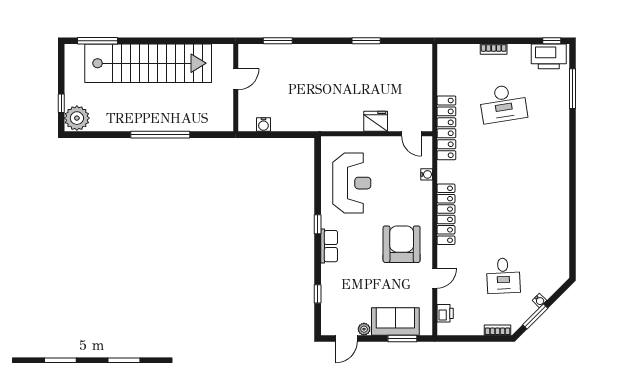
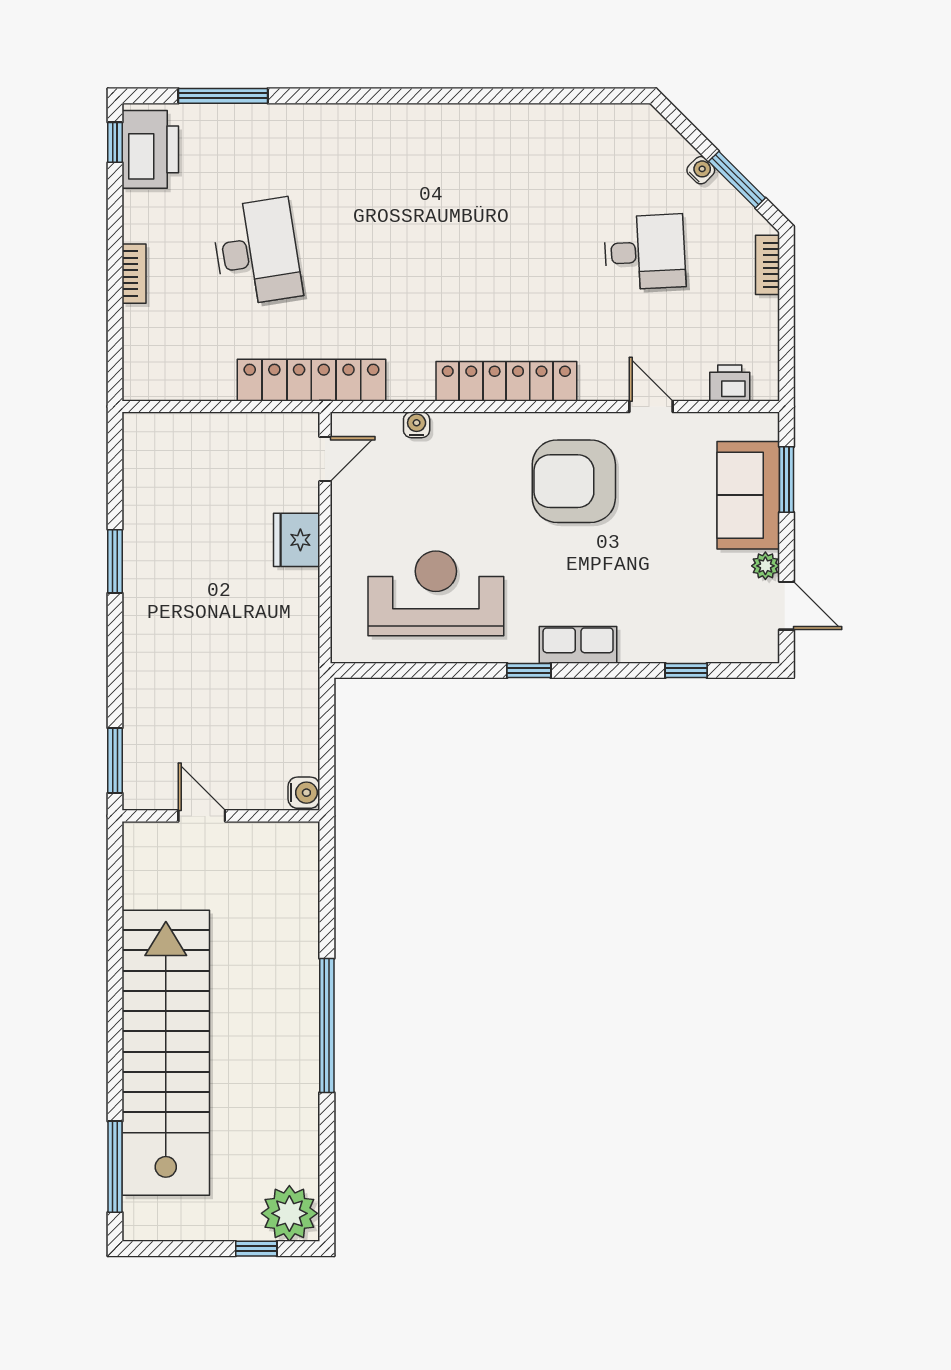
door: (236, 79) -> (202, 816), moved
wall: (236, 88) -> (221, 816), moved

